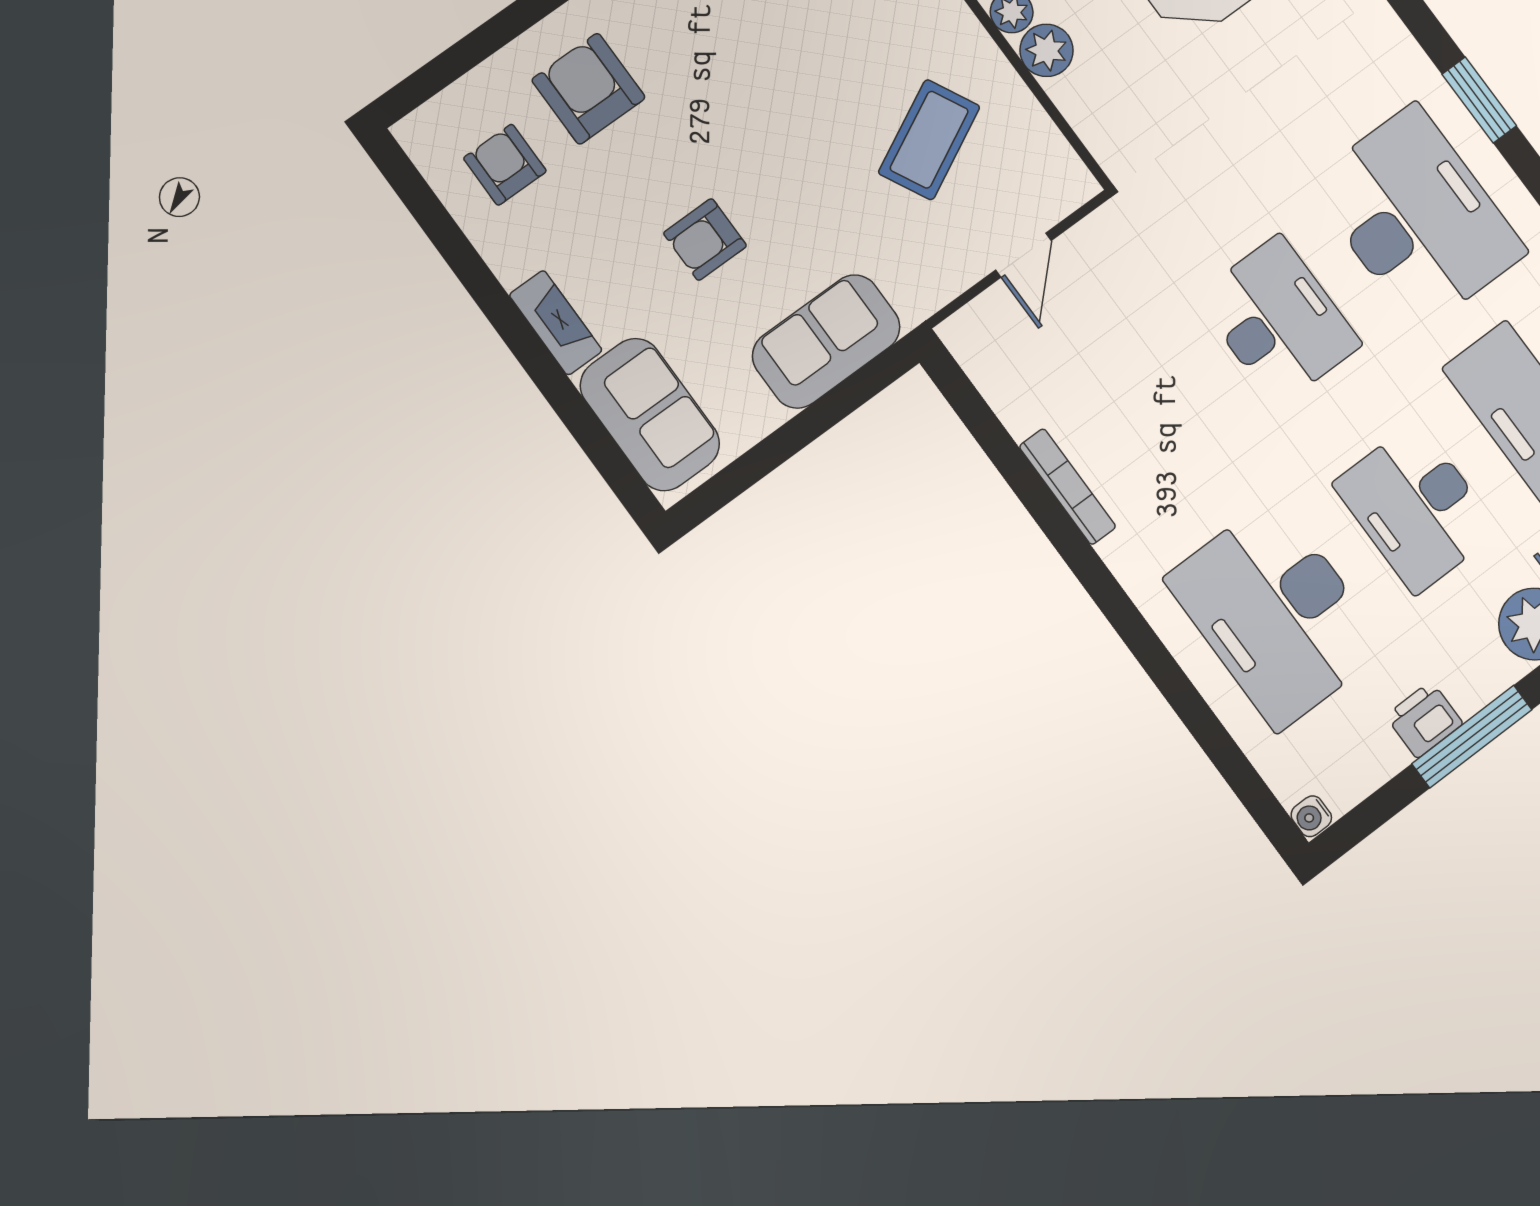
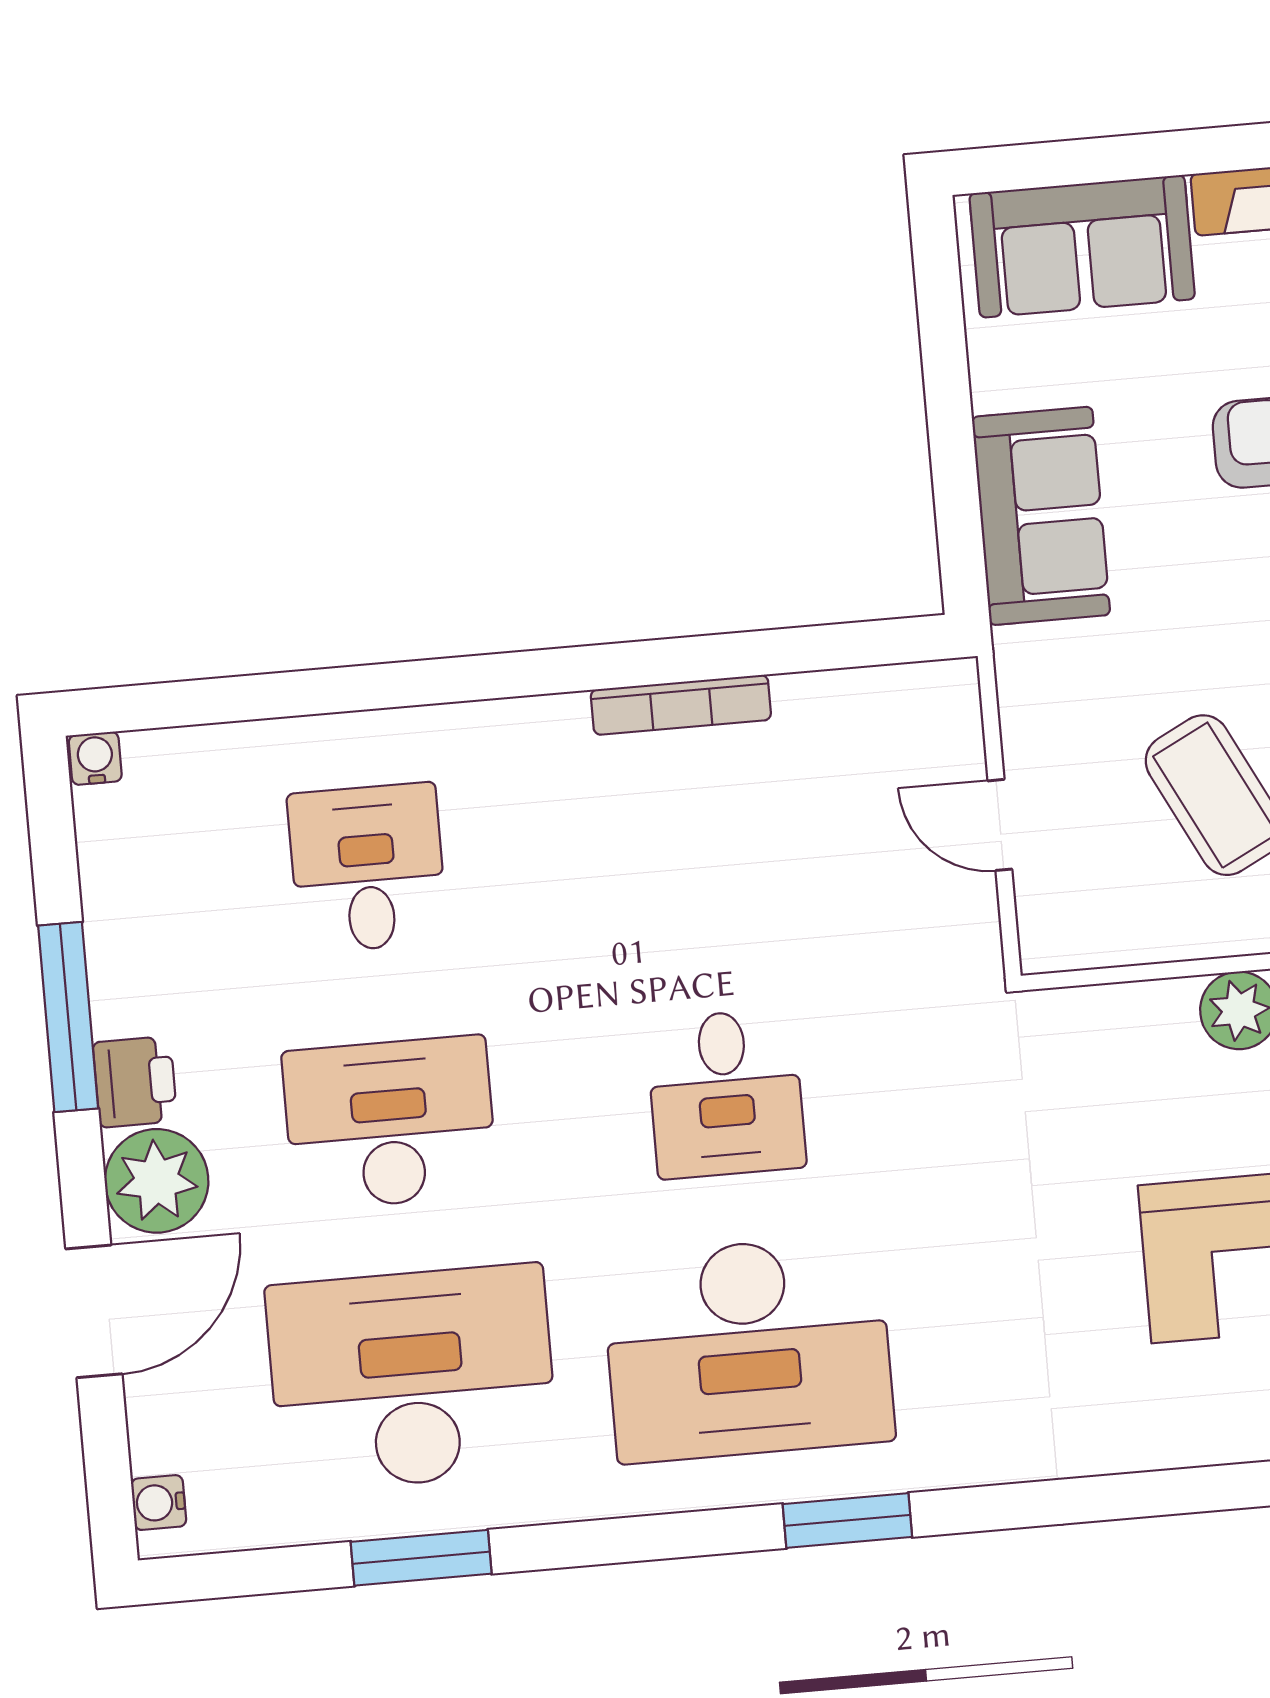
desk: (1278, 321) -> (726, 1094), width x0.73
desk: (1276, 613) -> (368, 868), width x0.53, depth x0.77
printer: (1424, 720) -> (135, 1082), moved

